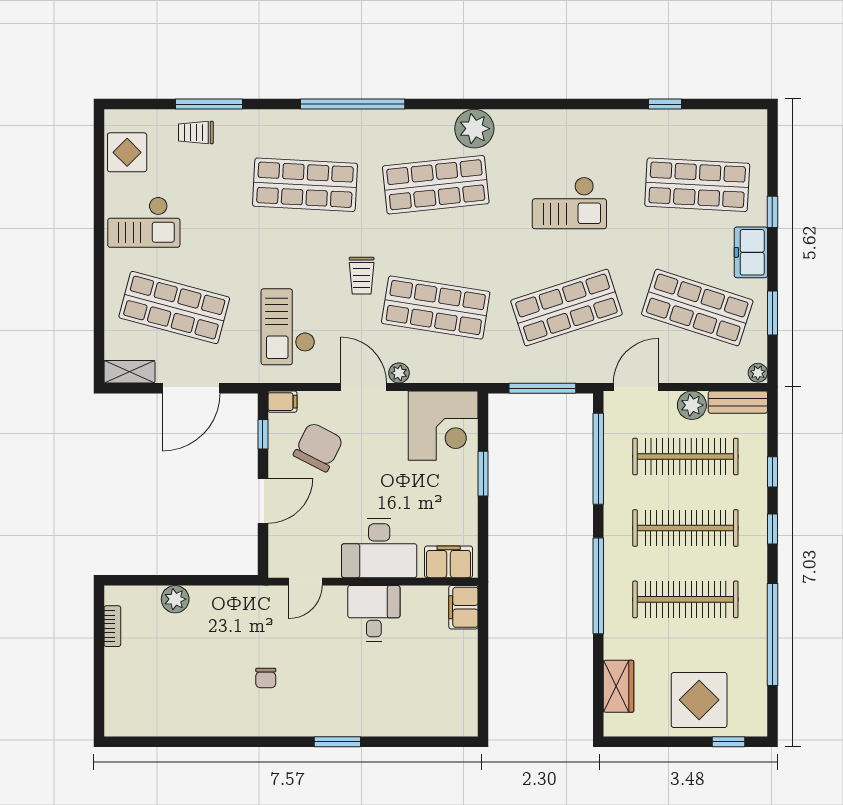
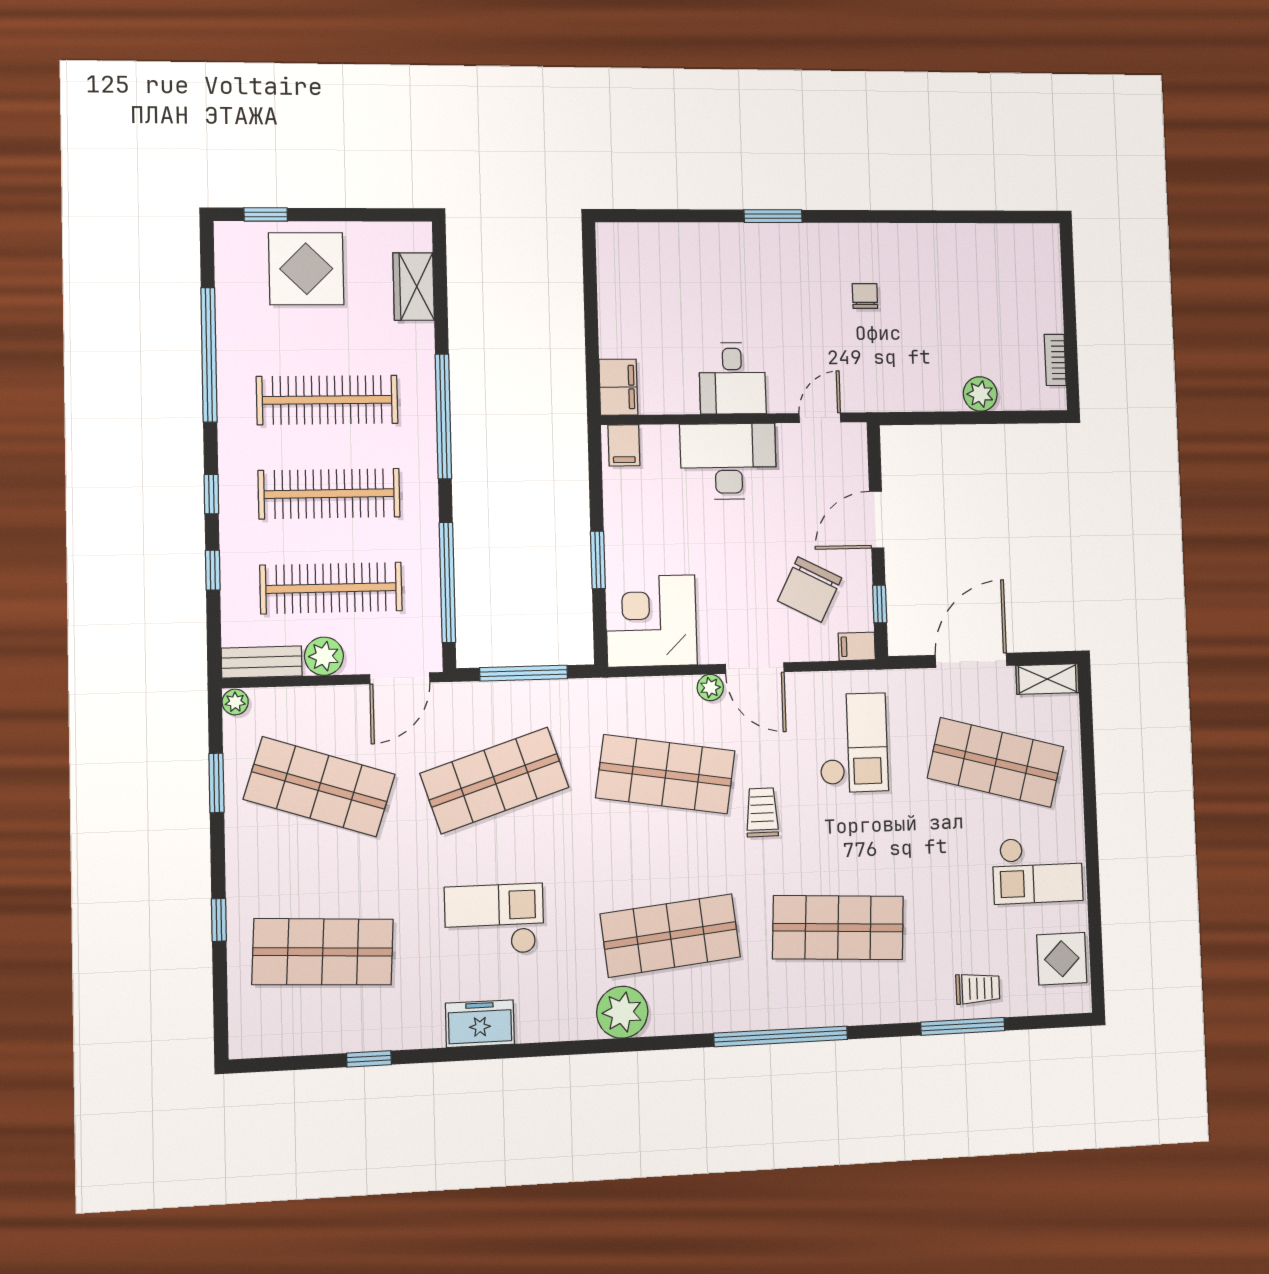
checkout: (144, 222) -> (1038, 870), turned 180
freezer: (751, 252) -> (480, 1024), moved, turned -90
filing cabinet: (449, 562) -> (624, 445), width x0.50

